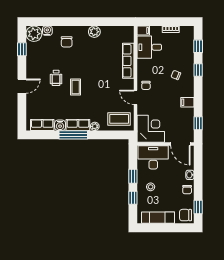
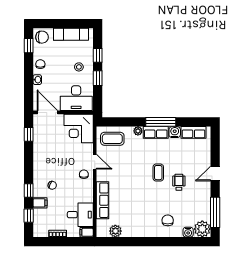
plant: (94, 32) -> (115, 231), moved
window: (22, 49) -> (215, 212), width x2.17
filing cabinet: (187, 102) -> (40, 203), moved

